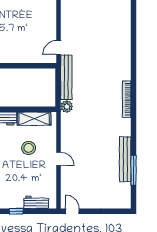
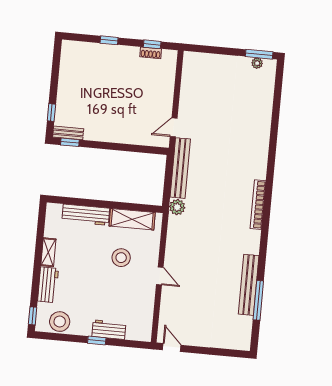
workbench: (36, 202) -> (109, 330), moved

